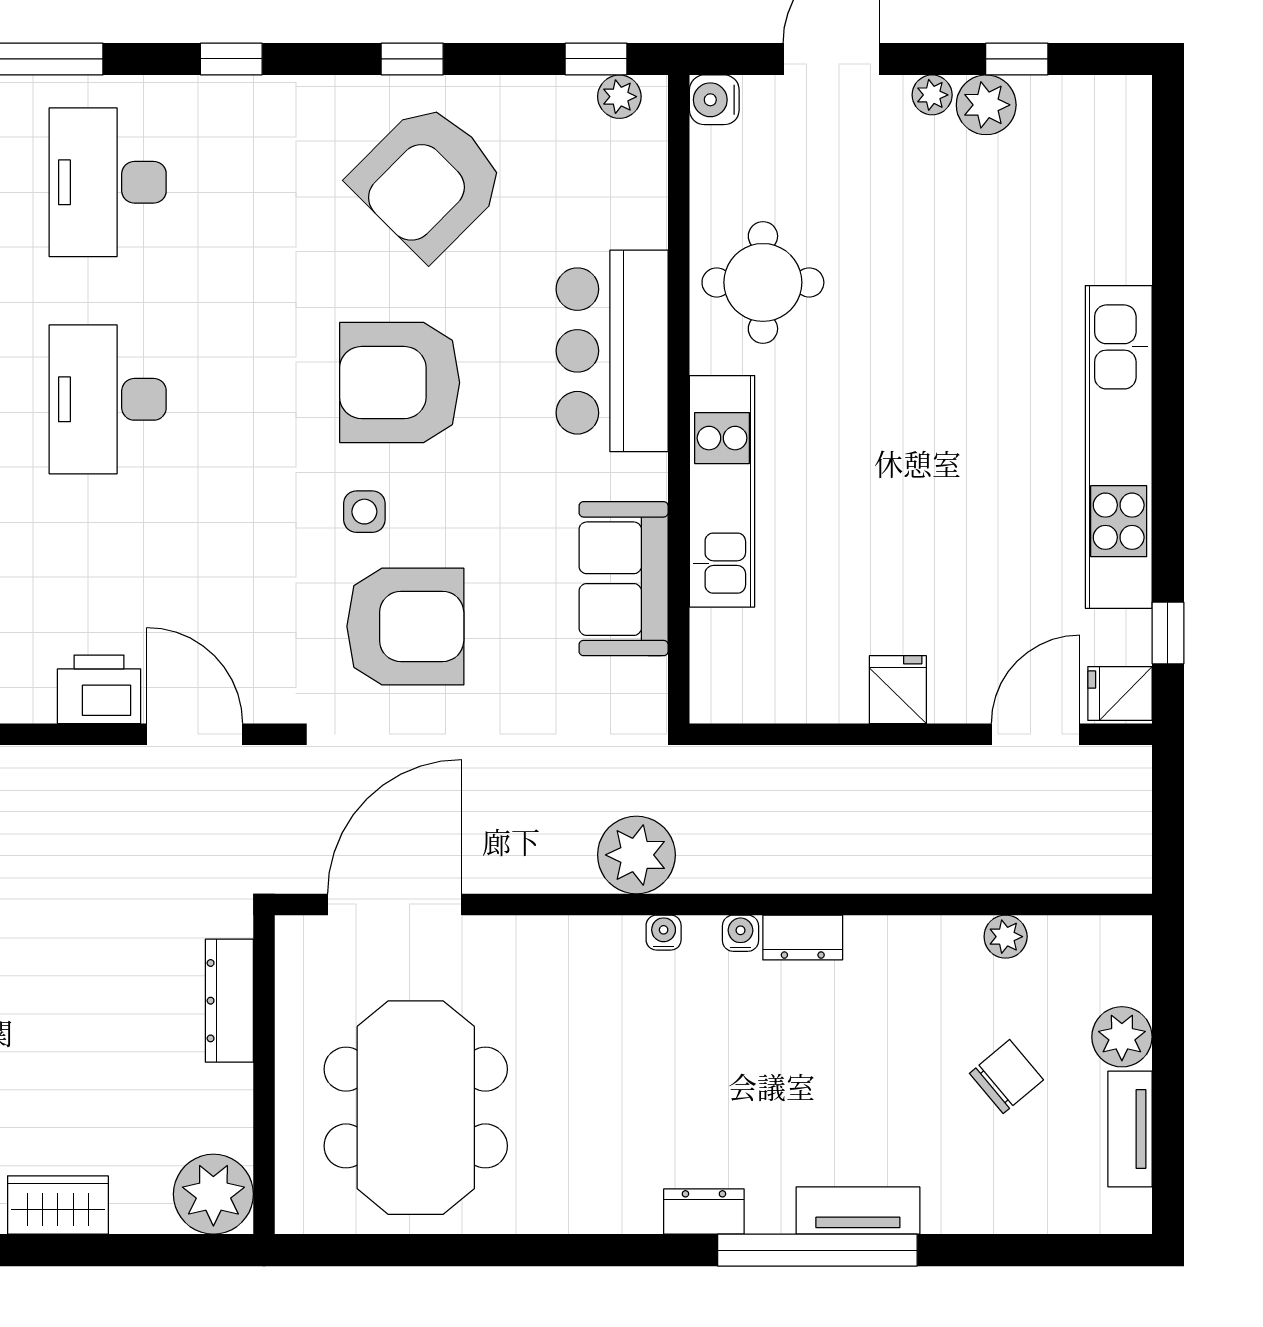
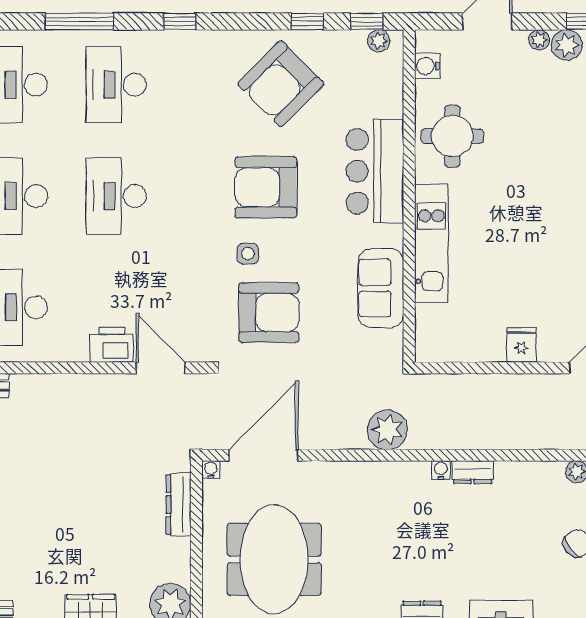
window: (412, 59) -> (307, 21), moved
water cooler: (714, 100) -> (427, 66), moved
water cooler: (664, 933) -> (211, 470), moved

